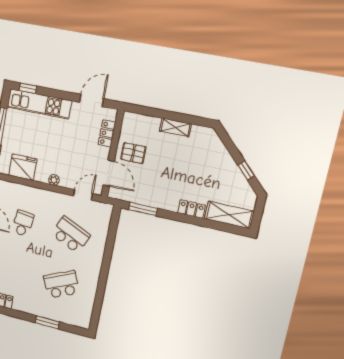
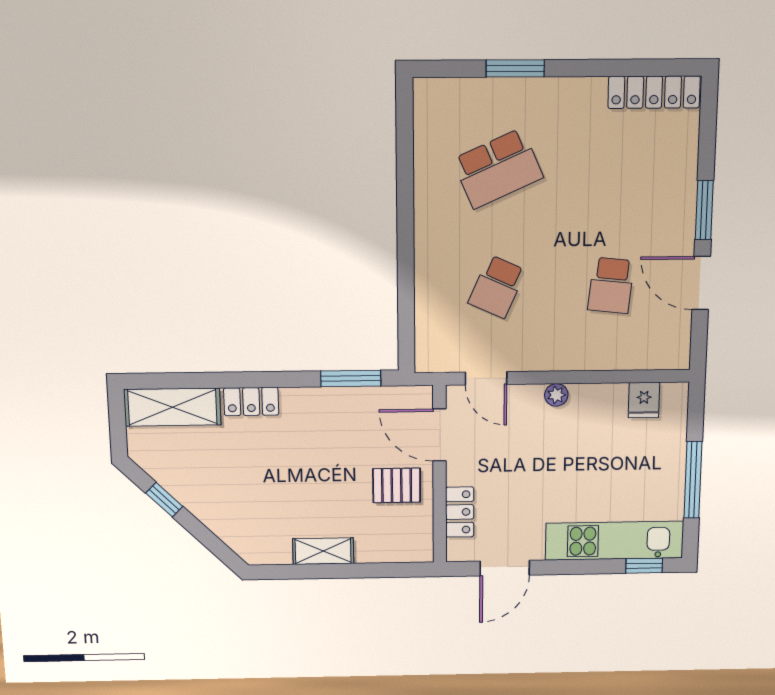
fridge: (23, 167) -> (644, 400), width x0.53, depth x0.75
door: (83, 195) -> (486, 378), hinge flipped
school desk: (71, 235) -> (497, 287), width x0.54

